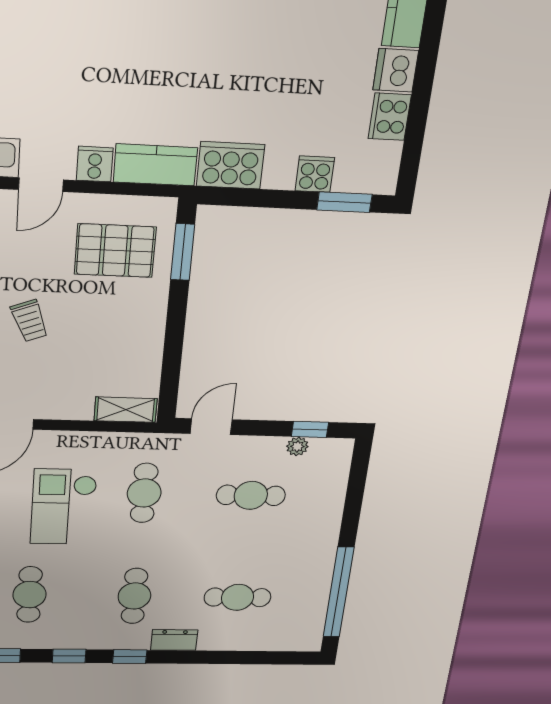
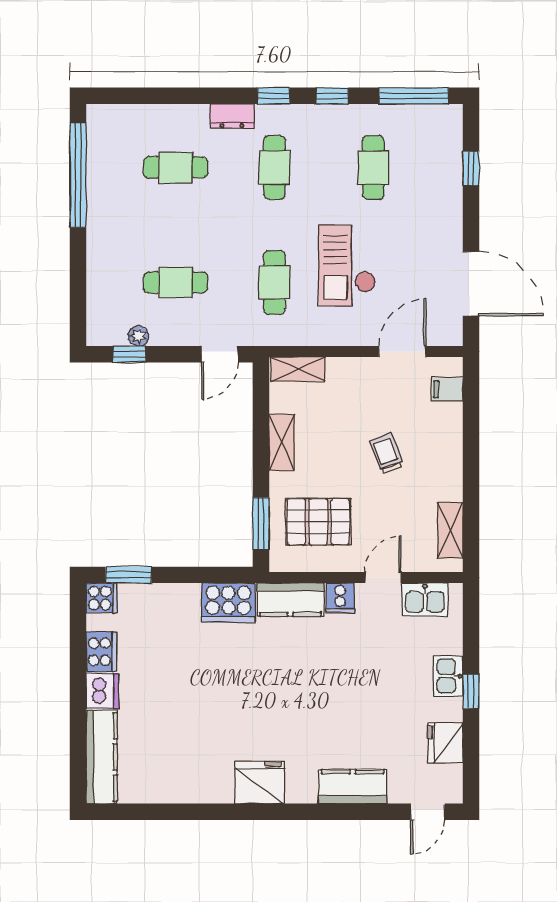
cooker: (315, 174) -> (102, 598), moved, turned -90
shelving: (151, 336) -> (282, 442), added
checkout: (64, 507) -> (347, 266), turned 180

